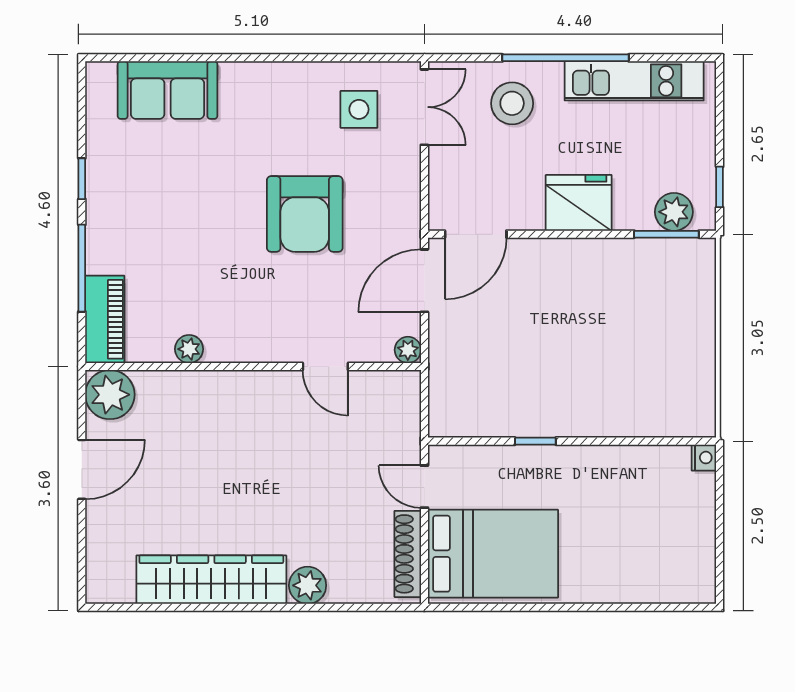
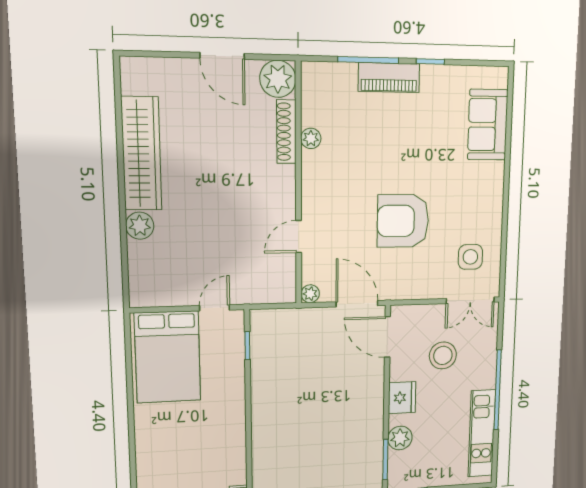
stool: (512, 103) -> (443, 355), moved
fridge: (579, 203) -> (402, 398), width x0.73, depth x0.75
plant: (674, 212) -> (400, 438), moved
piano: (105, 319) -> (389, 78), moved
window: (535, 441) -> (247, 346), moved
shoe rack: (408, 554) -> (286, 132), moved, turned -90

